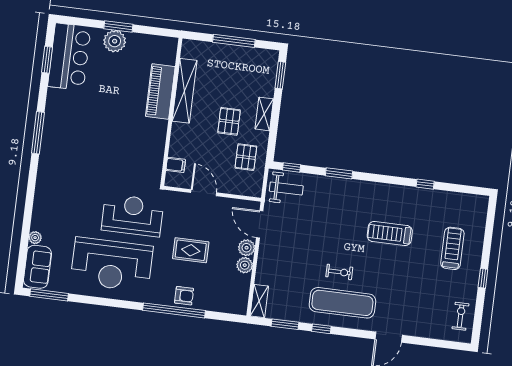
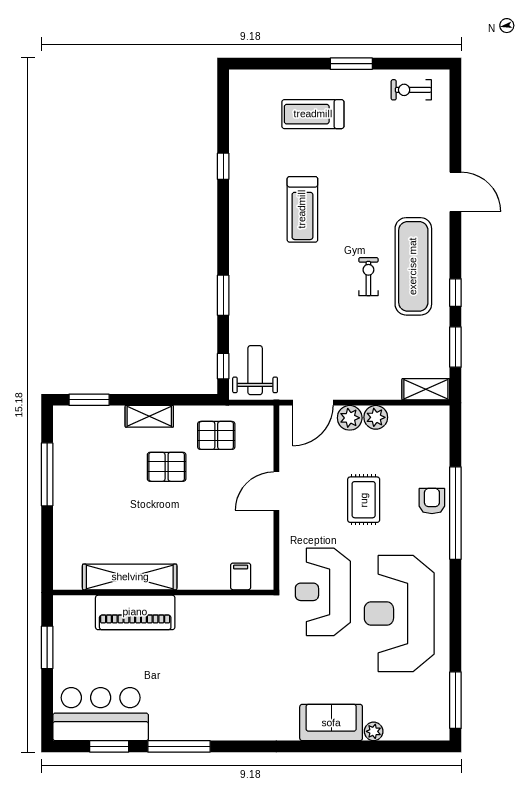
plant: (115, 41) -> (69, 650), removed
piano: (160, 91) -> (135, 612), moved
shelving: (185, 91) -> (130, 577), moved
wall: (171, 112) -> (163, 592), moved
window: (38, 133) -> (179, 746), moved
filing cabinet: (176, 165) -> (241, 576), moved
reception desk: (112, 264) -> (399, 613), turned 180
sofa: (37, 267) -> (331, 723), moved
window: (483, 278) -> (351, 64), width x1.50

